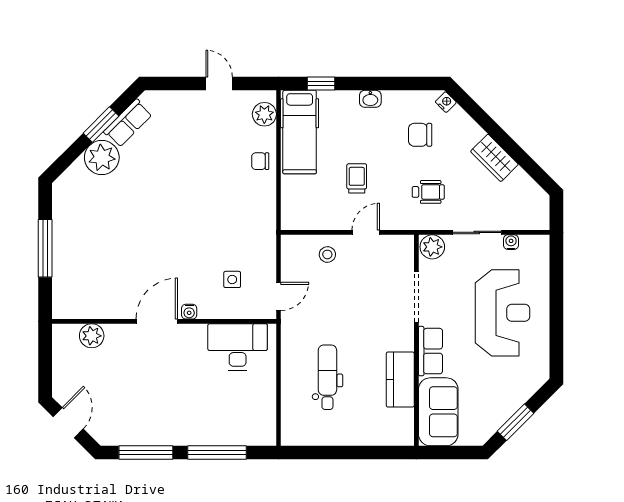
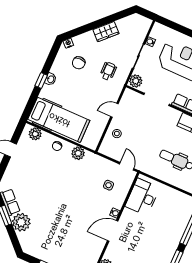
window: (321, 84) -> (41, 80), moved
hospital bed: (300, 132) -> (59, 120), width x1.37, depth x1.29
trolley: (357, 178) -> (86, 103), removed
plant: (264, 203) -> (78, 153), added
door: (366, 232) -> (114, 110), hinge flipped
door: (157, 321) -> (113, 231), hinge flipped

